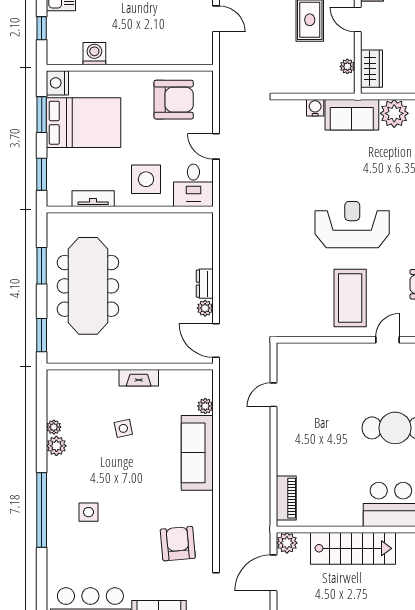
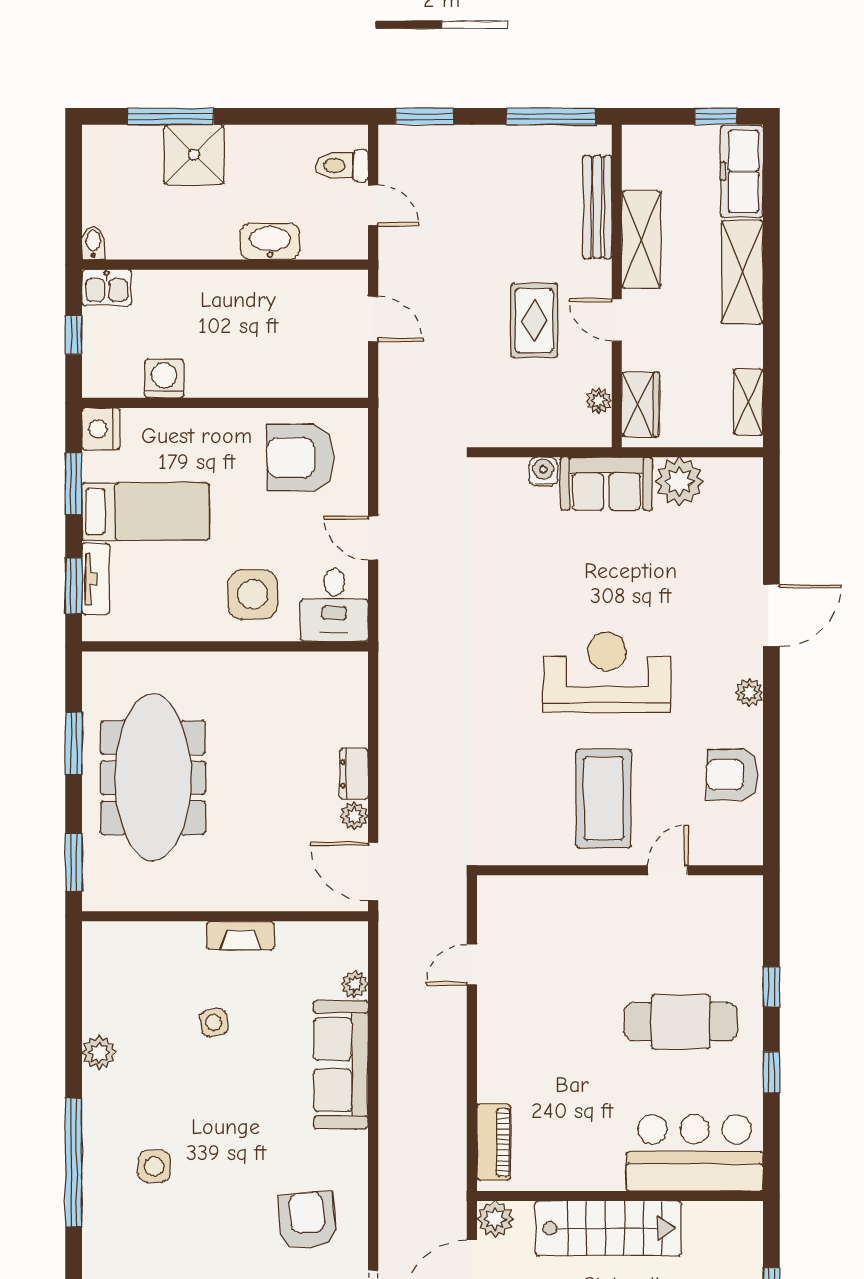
armchair: (174, 100) -> (300, 458), turned 180
bed: (84, 123) -> (146, 512), width x0.67
tv unit: (93, 199) -> (96, 579), moved, turned 90
plant: (54, 427) -> (94, 1020), removed

